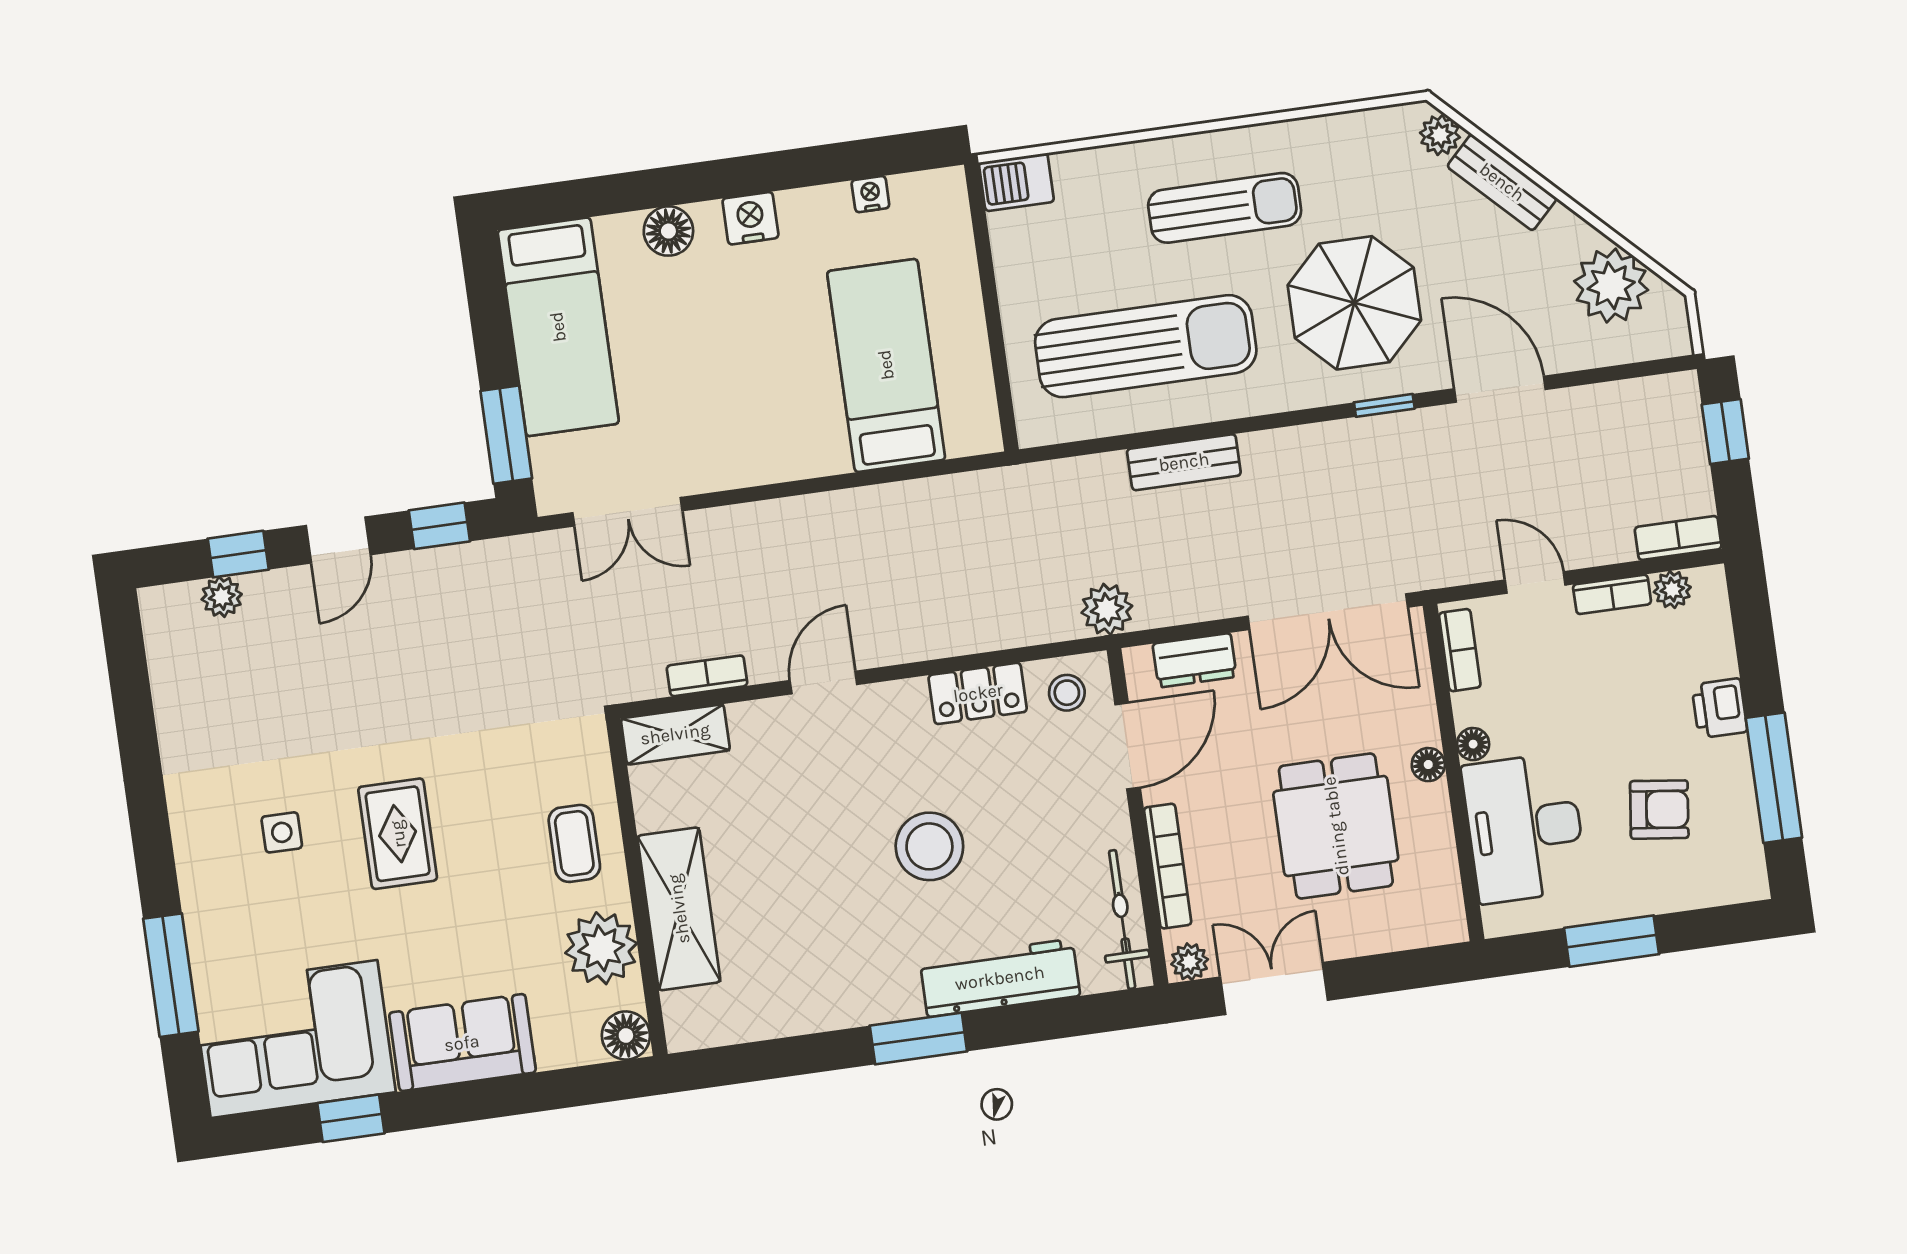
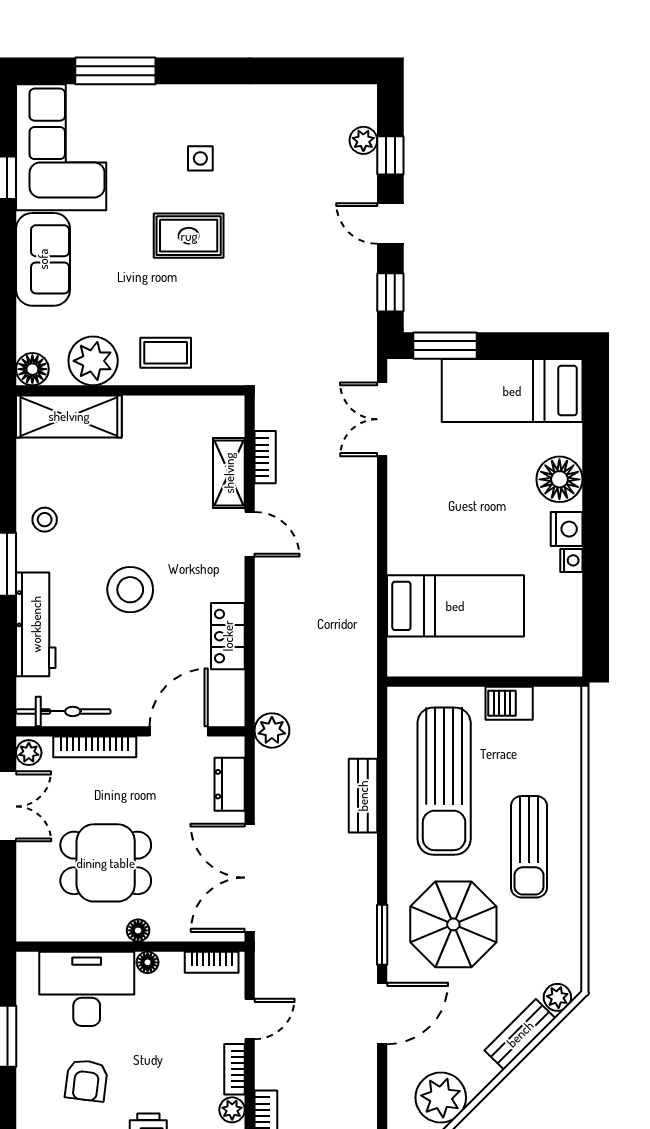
barbecue: (1016, 182) -> (509, 703), moved, turned -90
nightstand: (870, 194) -> (571, 560), moved
floor lamp: (668, 231) -> (559, 479), width x1.38, depth x1.38
window: (1384, 405) -> (382, 935), width x1.50
stool: (1067, 693) -> (45, 520), moved
shelving: (675, 734) -> (229, 473), moved
door: (1128, 746) -> (179, 731), swing flipped
shelving: (679, 909) -> (69, 416), moved

